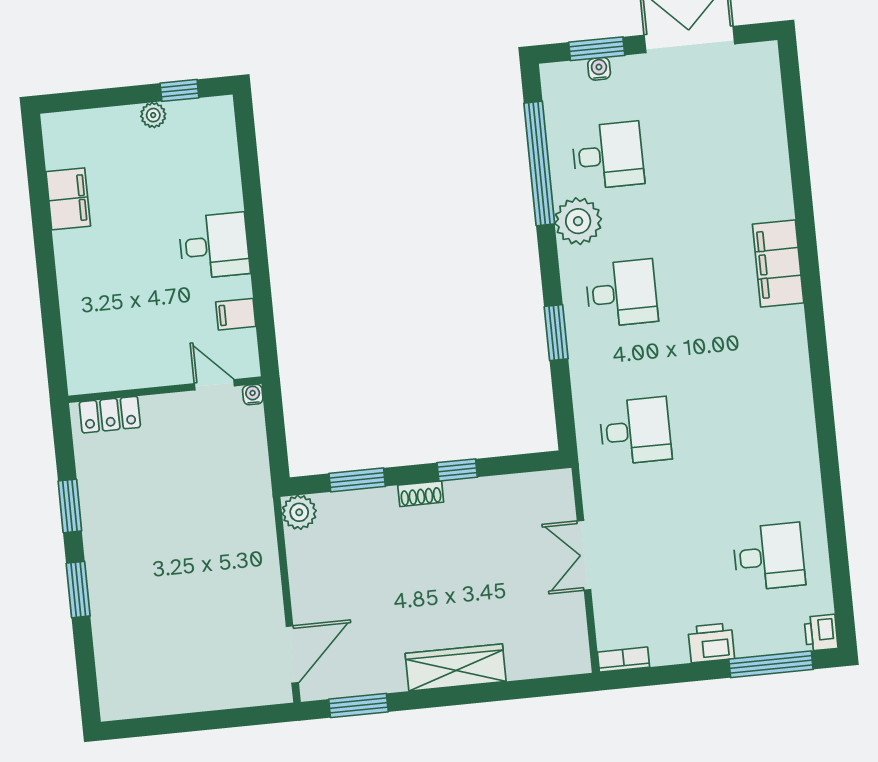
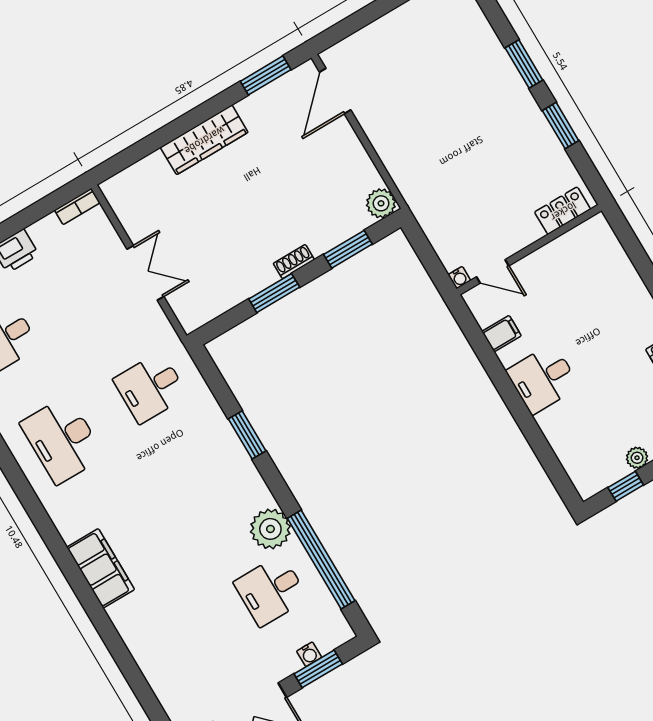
desk: (622, 293) -> (62, 440), moved, width x1.37
window: (457, 470) -> (274, 293), width x1.50

